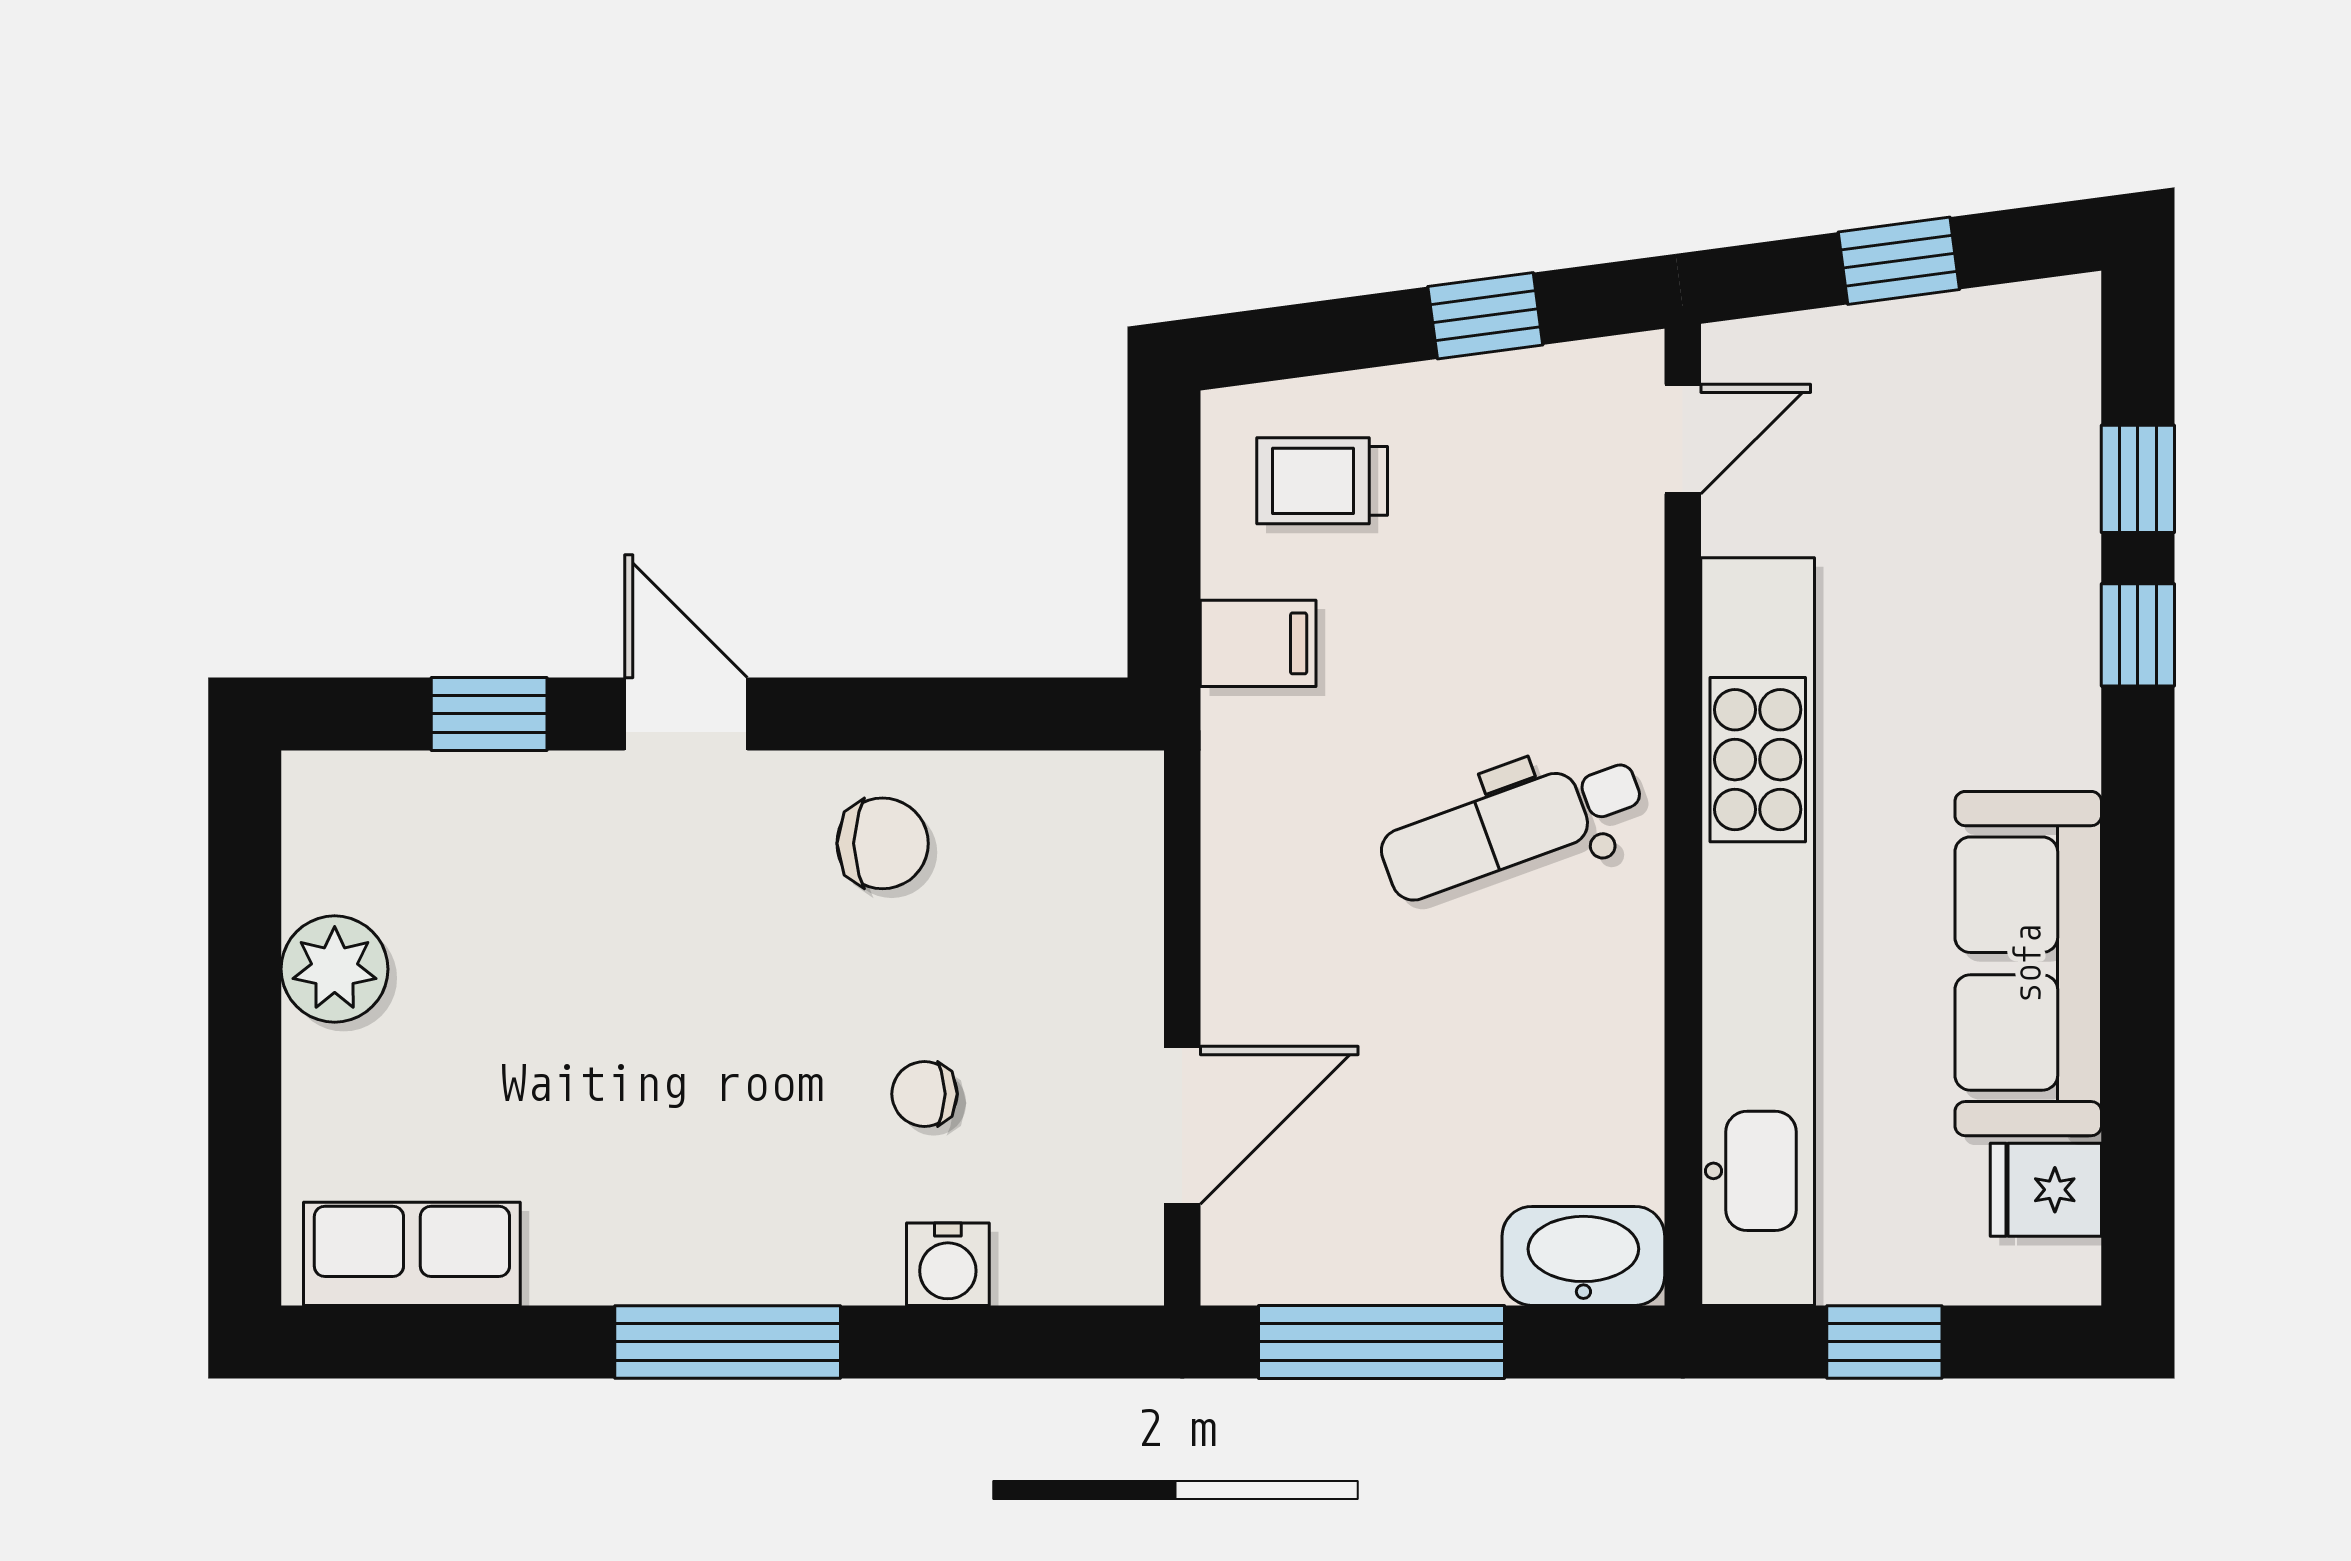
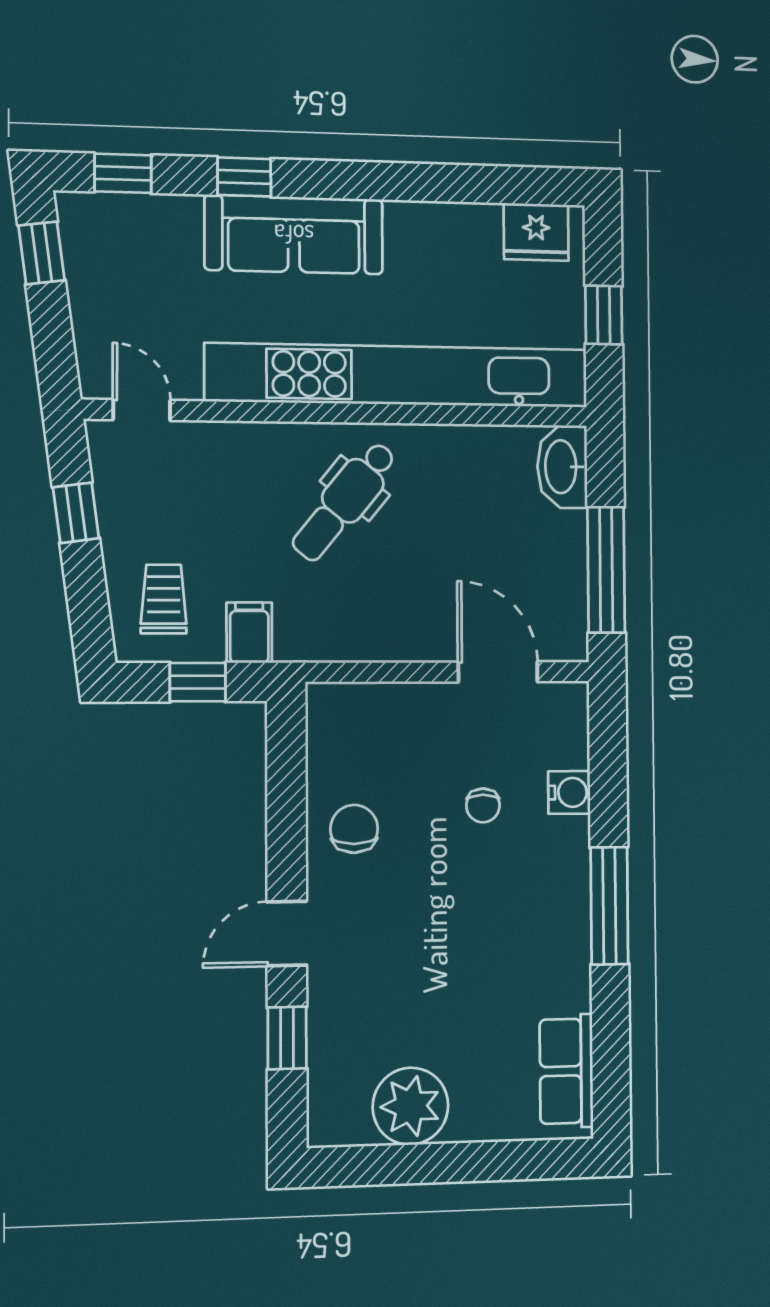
window: (1899, 261) -> (42, 253), moved
window: (2138, 479) -> (123, 173), moved
trolley: (1322, 481) -> (164, 599), turned 180
window: (1164, 545) -> (198, 682), added
dental chair: (1512, 827) -> (344, 501), turned 59
sofa: (2028, 964) -> (294, 235), moved
plant: (335, 969) -> (410, 1106), width x1.36, depth x1.36
fridge: (2046, 1190) -> (536, 232), width x1.38

